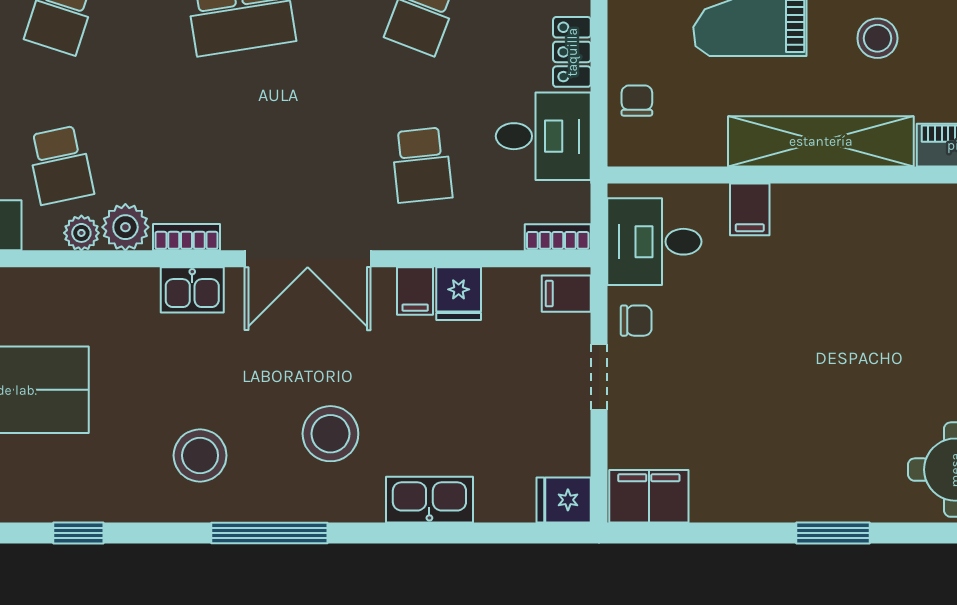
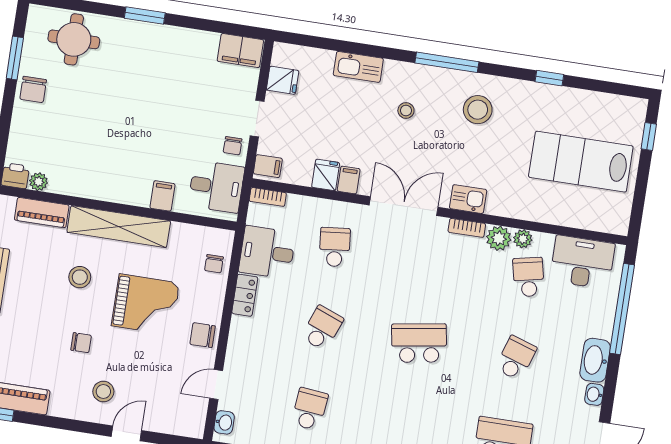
chair: (636, 321) -> (233, 146), turned -90
stool: (330, 434) -> (406, 110), width x0.53, depth x0.53
fridge: (564, 500) -> (283, 80), moved

